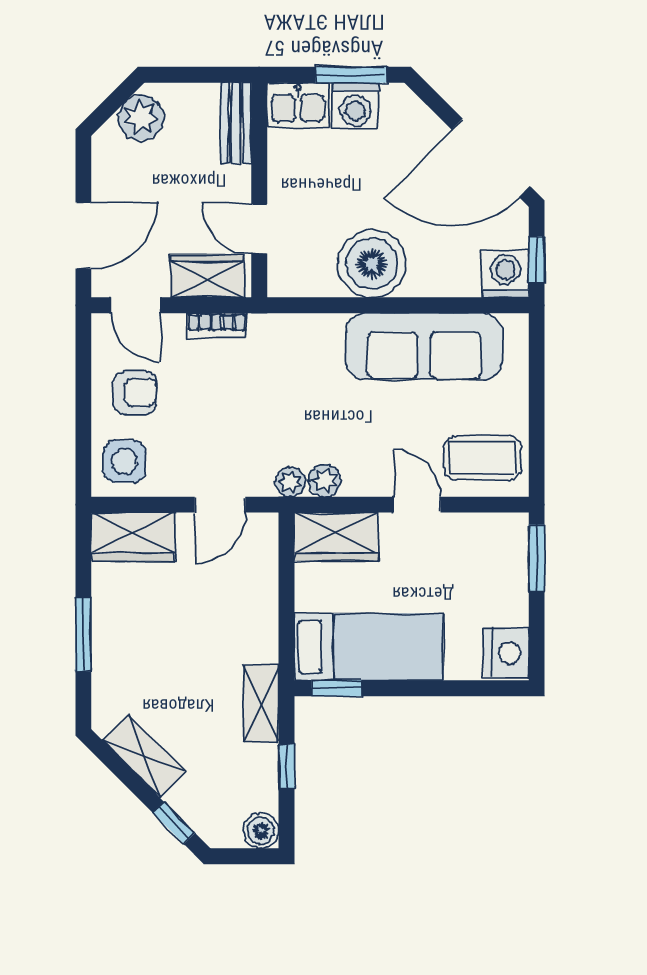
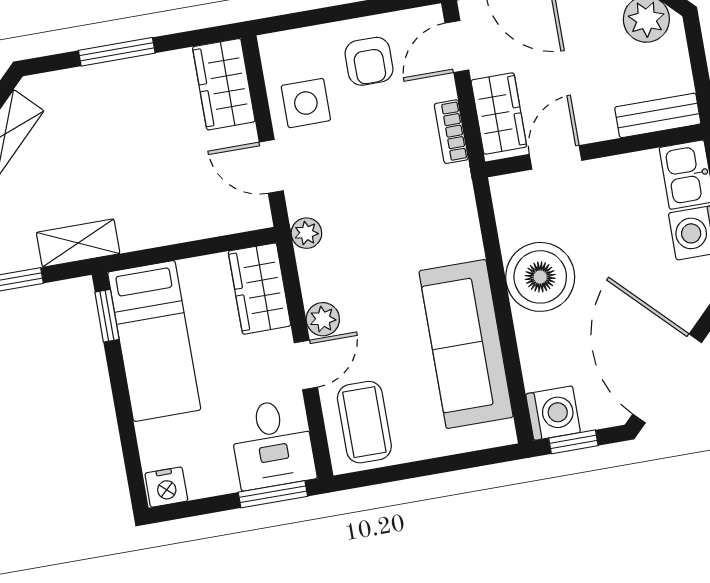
side table: (124, 461) -> (306, 103), moved
plant: (325, 480) -> (323, 319), moved
desk: (488, 550) -> (272, 444), added
nightstand: (506, 653) -> (166, 487), width x0.74, depth x0.75

